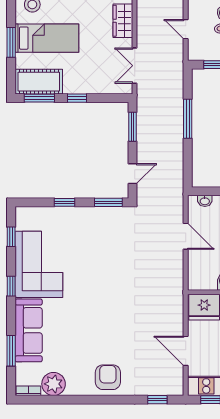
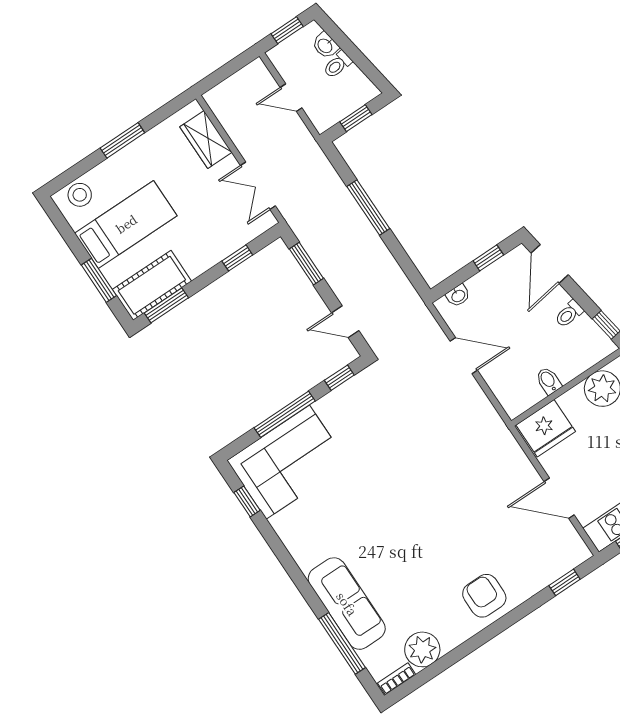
window: (11, 42) -> (99, 280), moved
window: (77, 98) -> (237, 258), moved
door: (132, 174) -> (345, 322), swing flipped
window: (64, 202) -> (285, 414), width x2.17
window: (108, 202) -> (339, 378), width x0.67
corner sofa: (39, 264) -> (288, 462), moved, turned 90
window: (11, 286) -> (288, 563), removed
window: (11, 351) -> (342, 643), width x1.44

